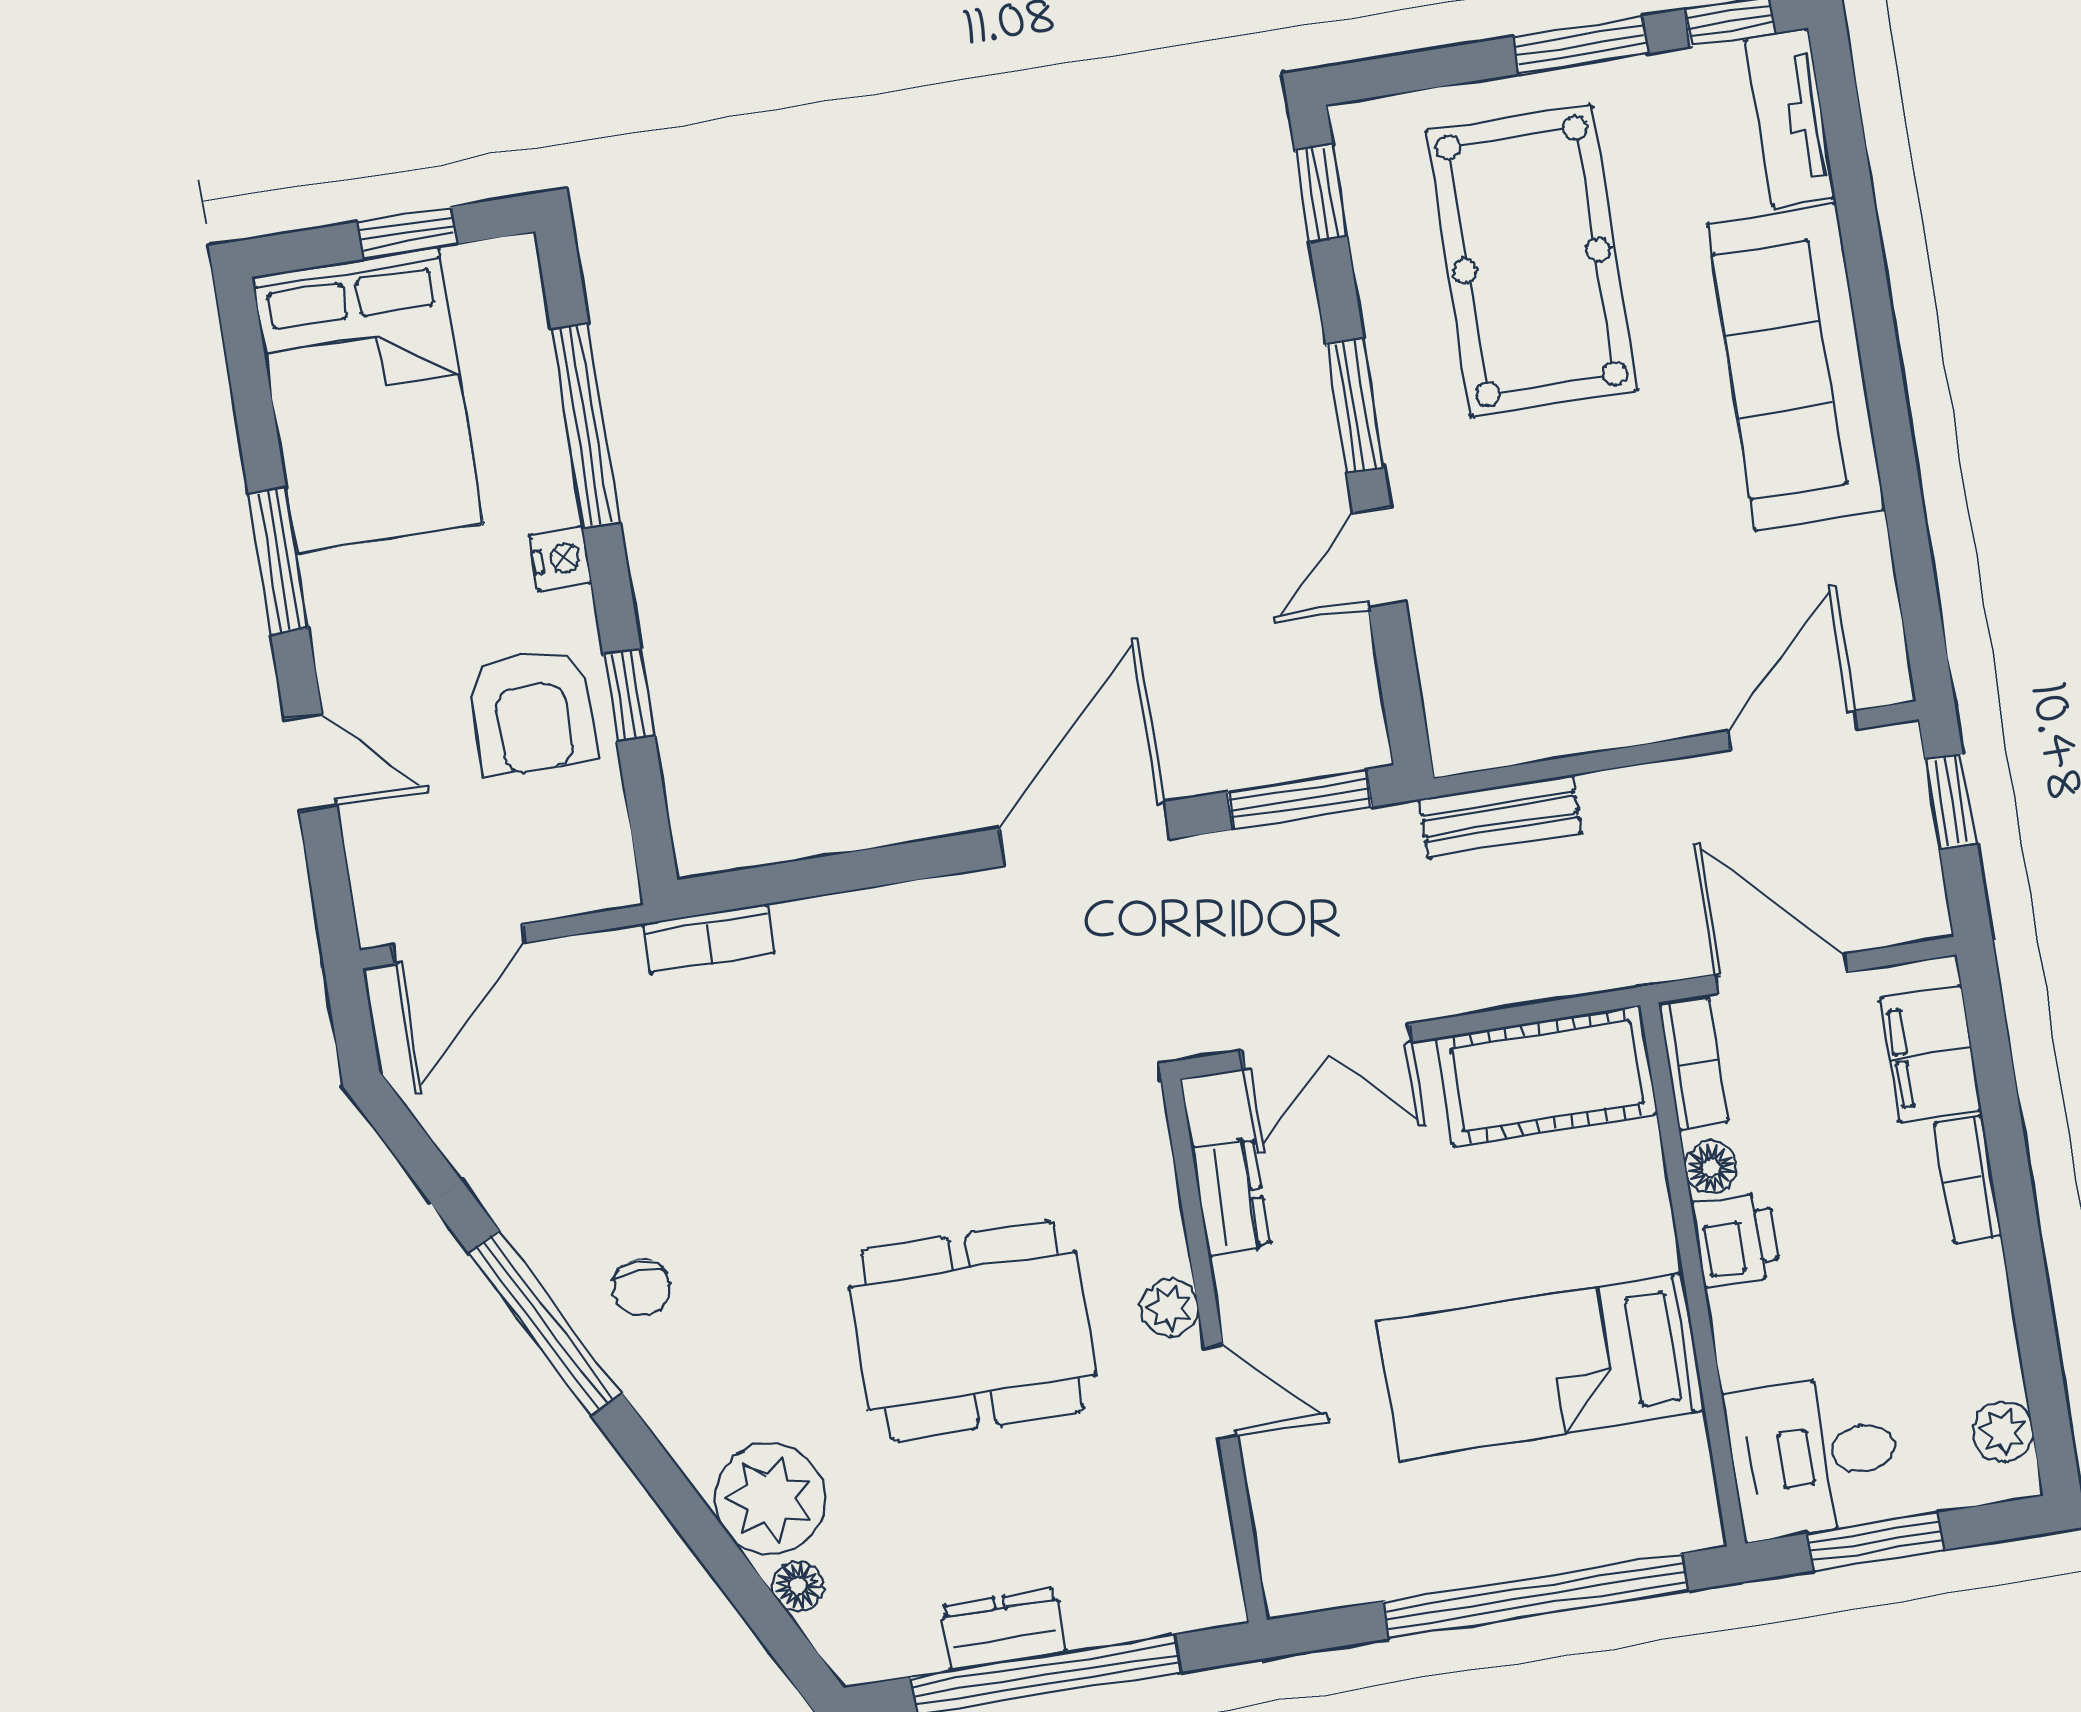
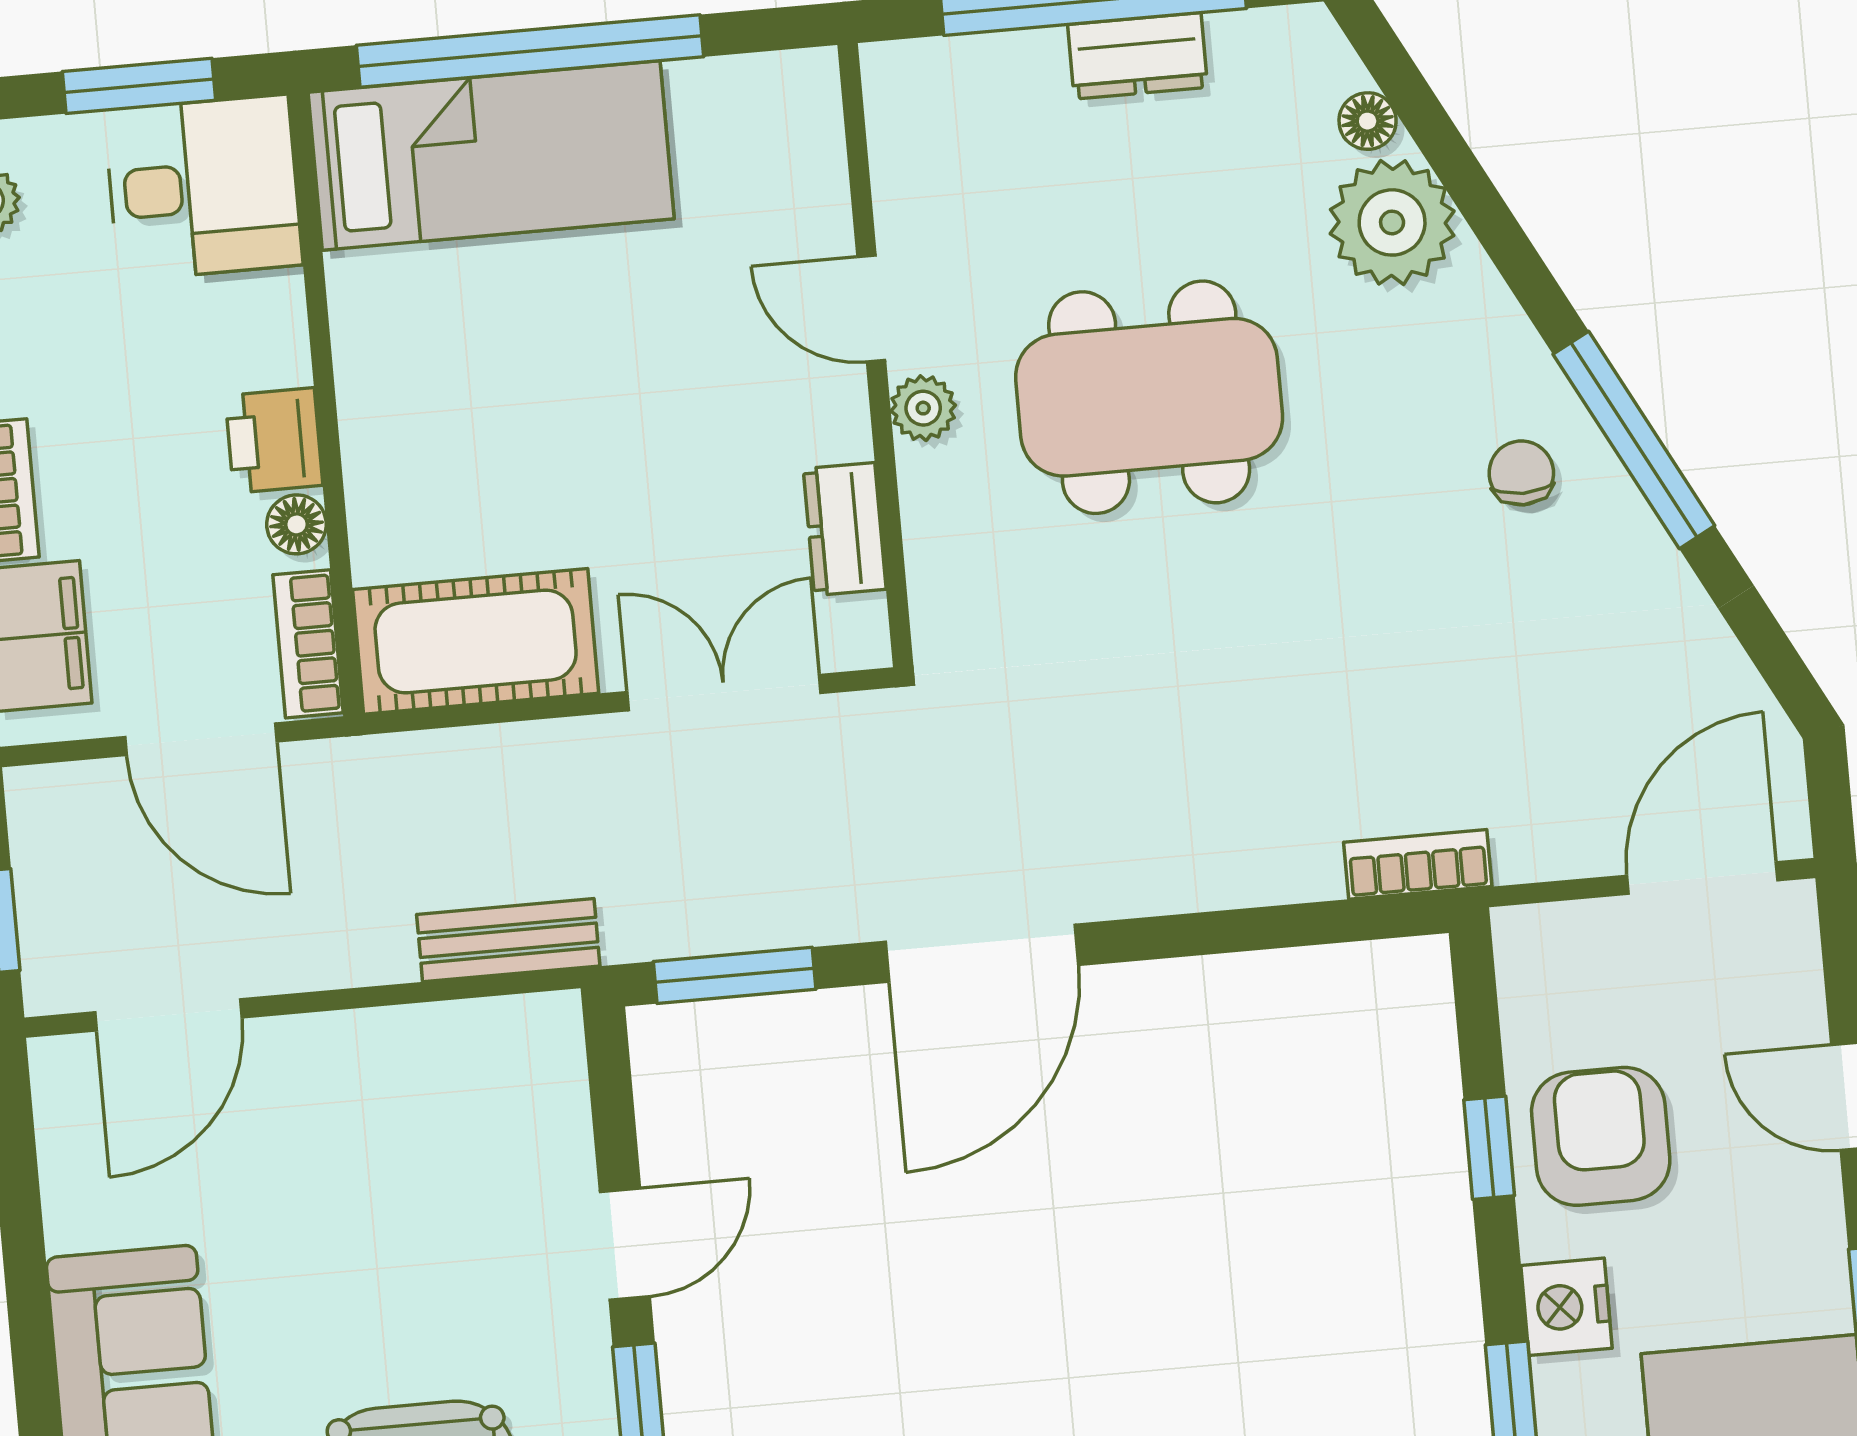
nightstand: (561, 559) -> (1567, 1307), width x1.39, depth x1.35
bed: (1541, 1367) -> (491, 156), moved

